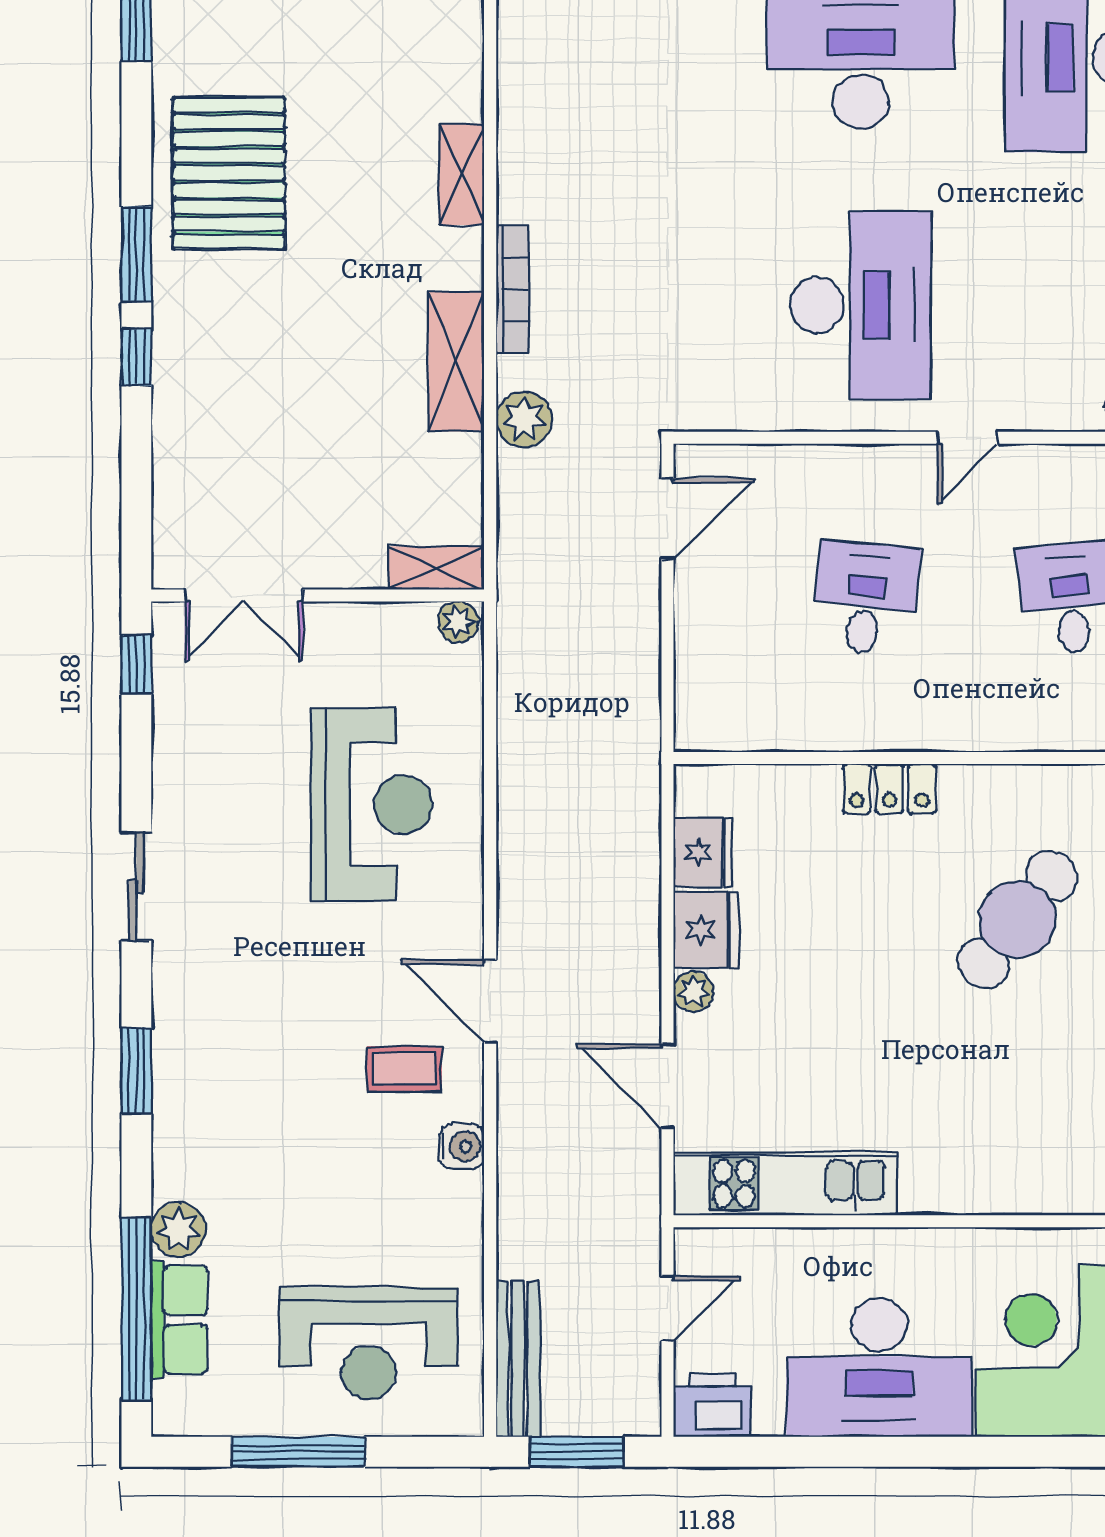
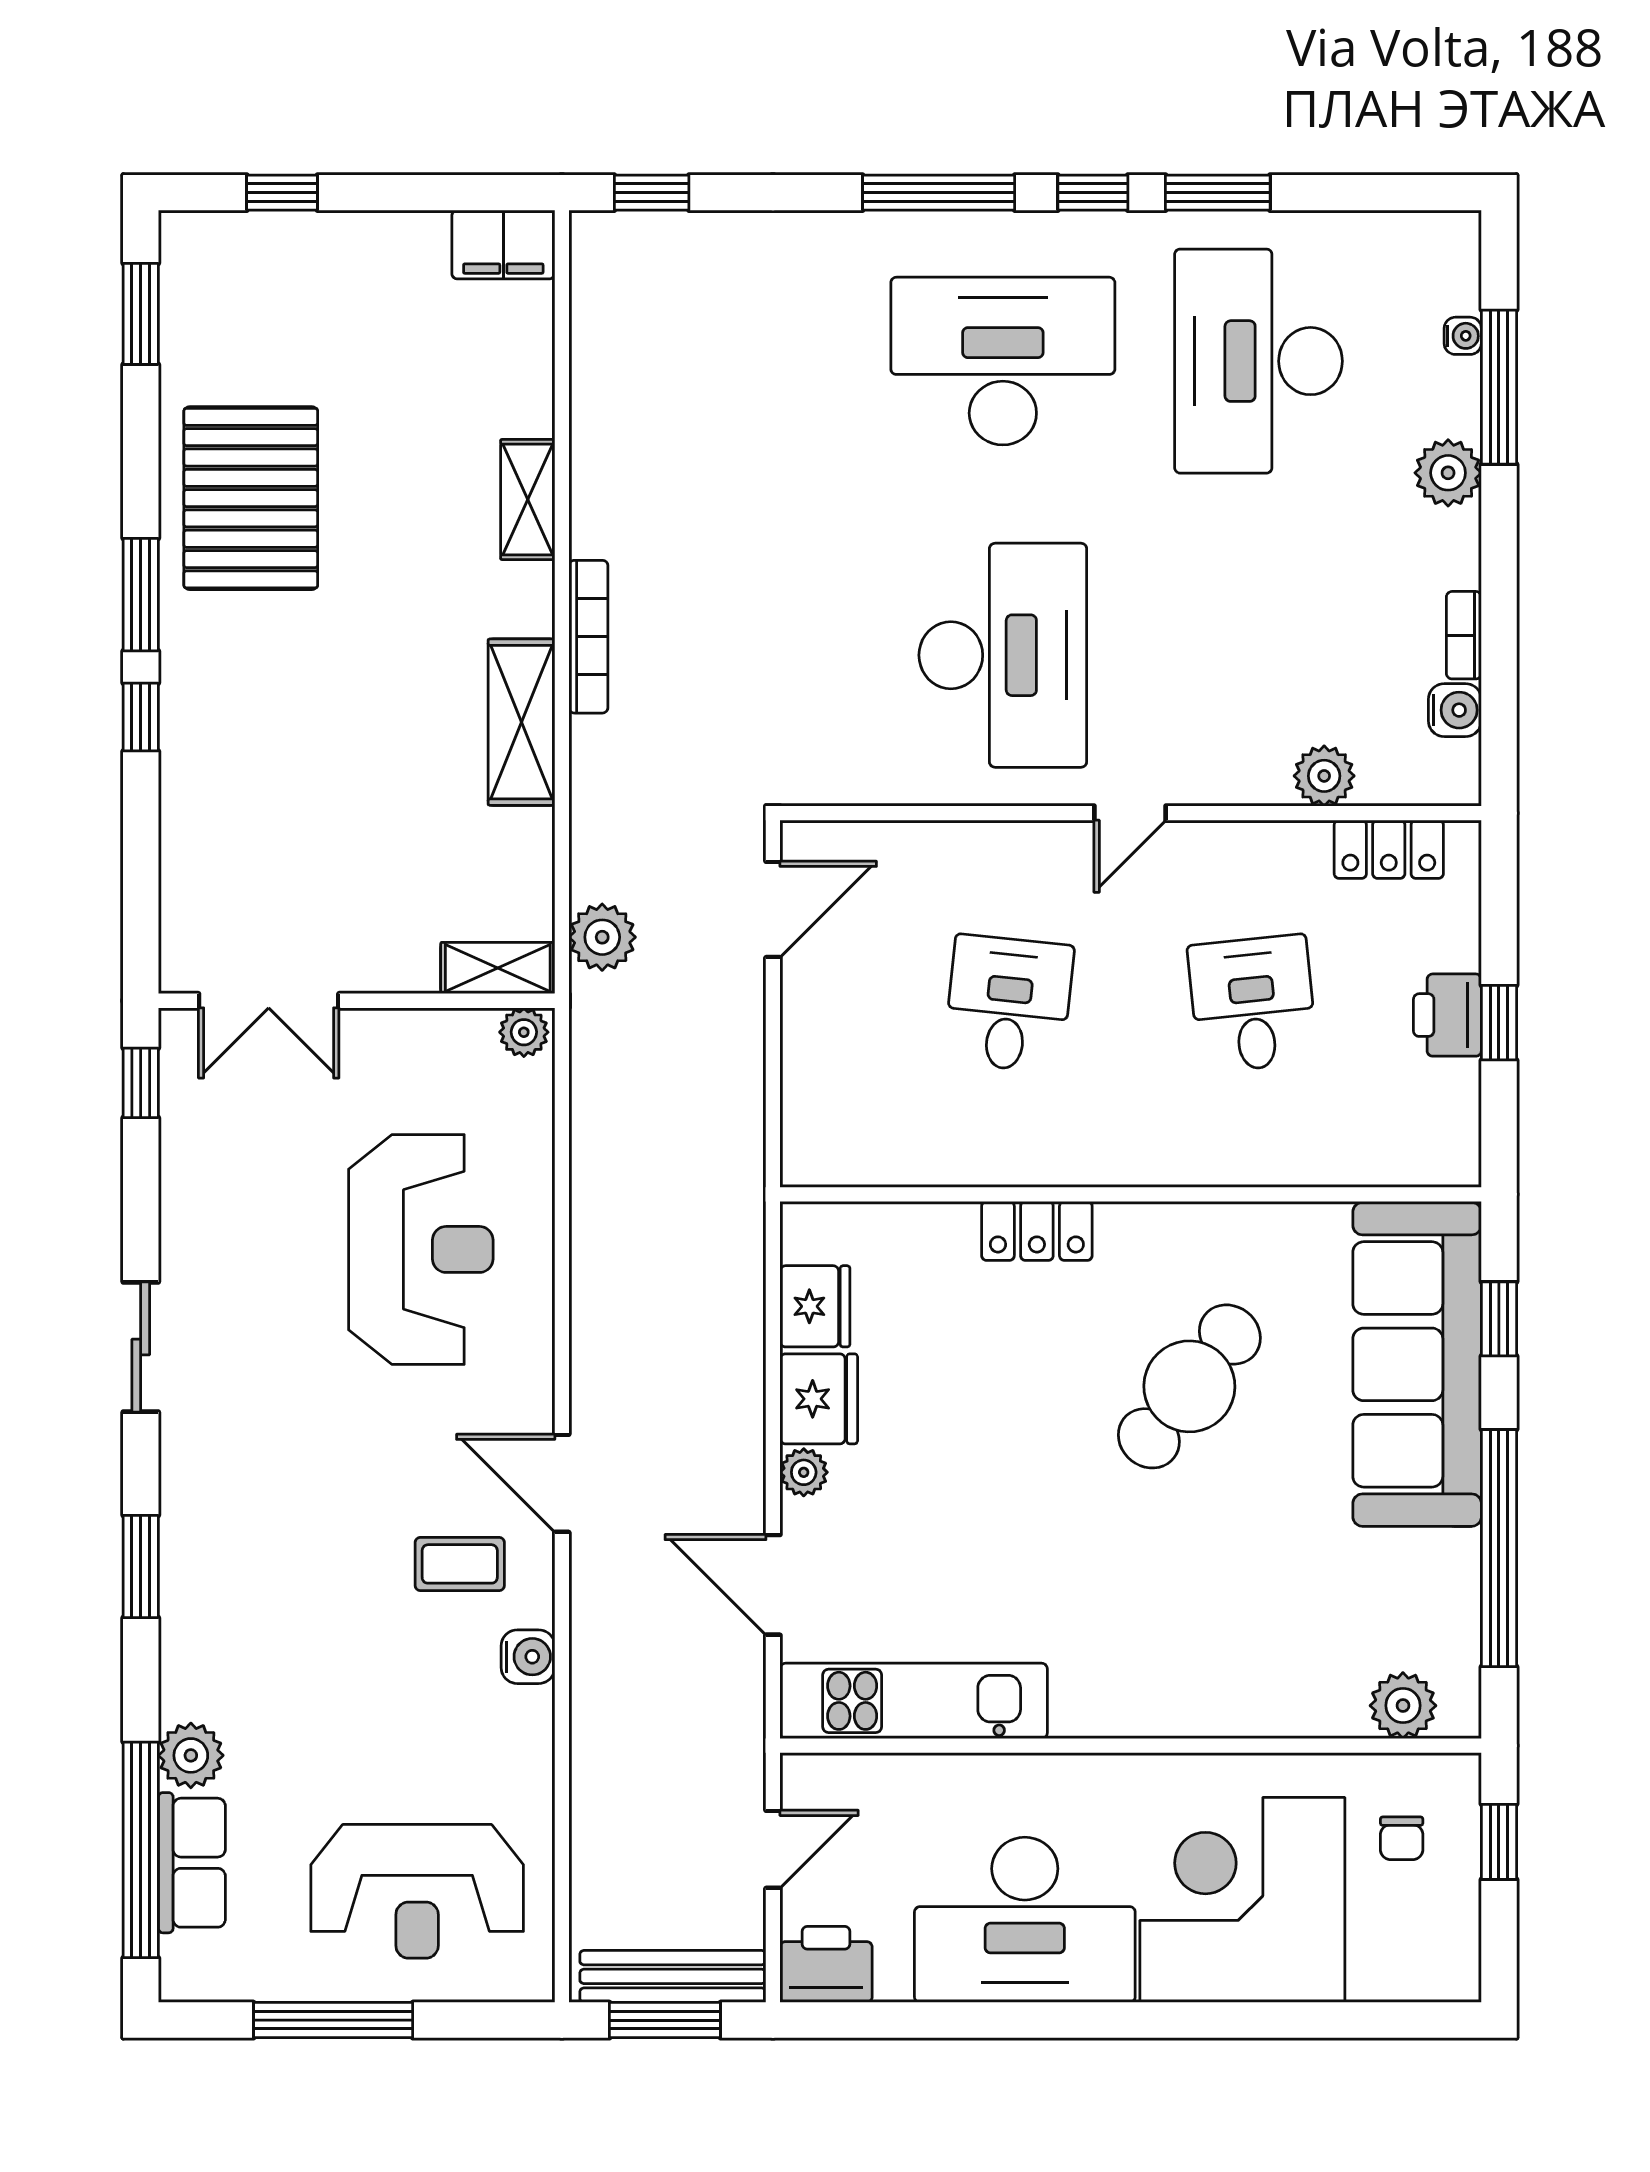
plant: (524, 420) -> (602, 937), moved
bench: (518, 1359) -> (673, 1976), moved, turned 90

